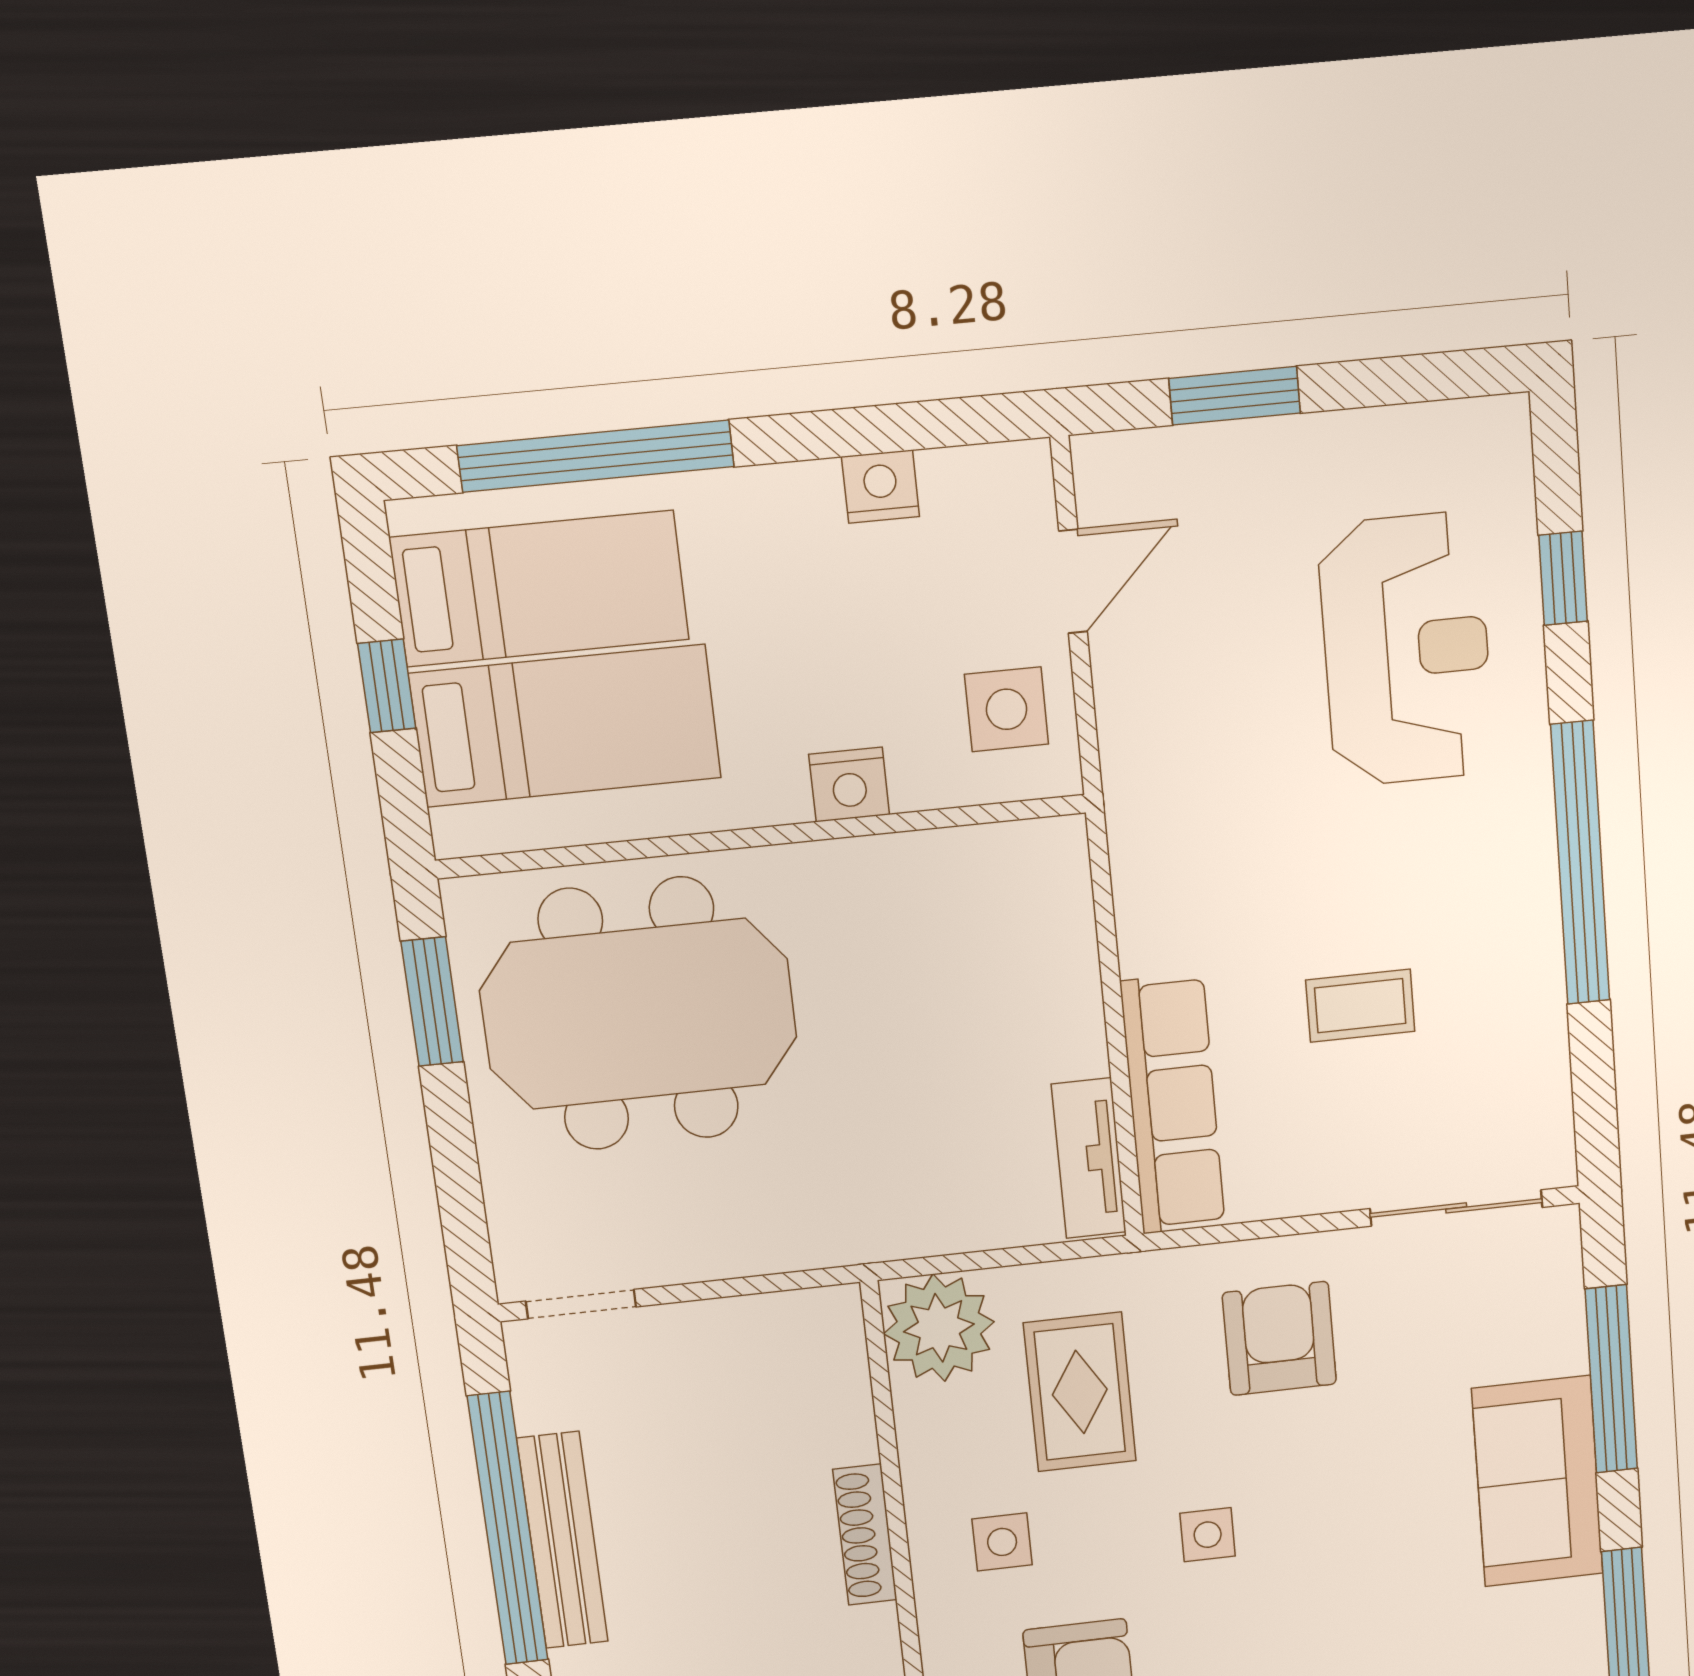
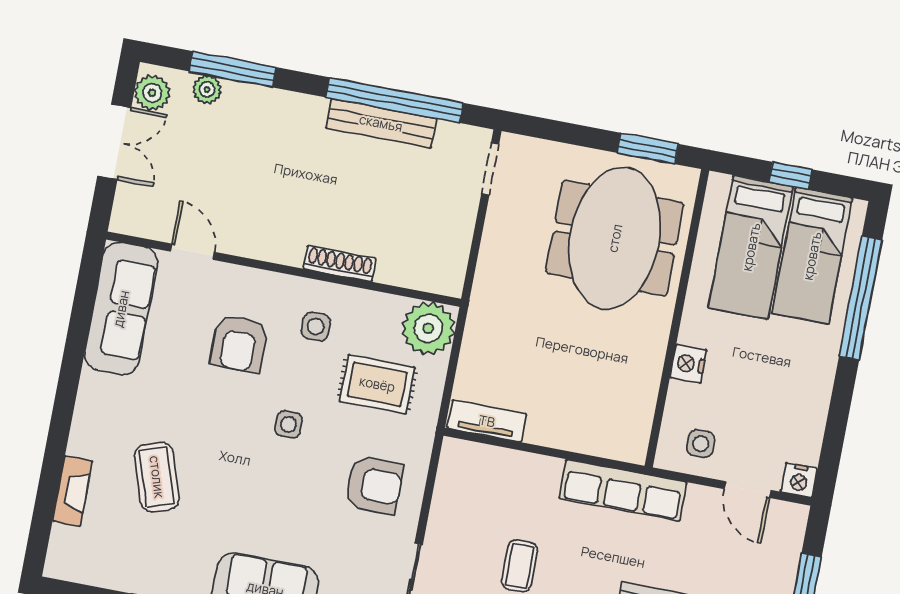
nightstand: (880, 487) -> (799, 480), moved, turned 90
side table: (1006, 709) -> (701, 444), width x0.73, depth x0.73
row of seats: (1173, 1104) -> (623, 490), moved

